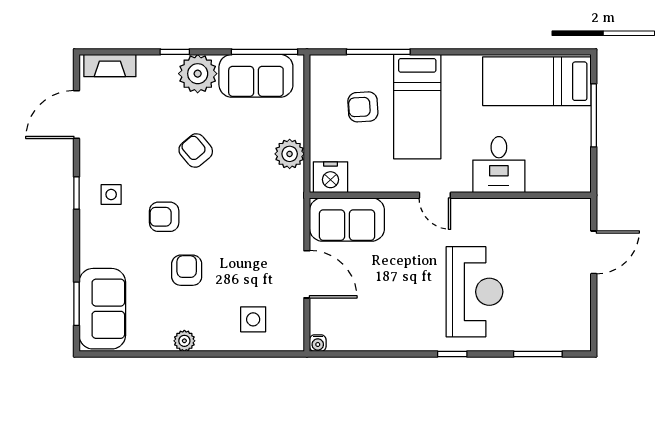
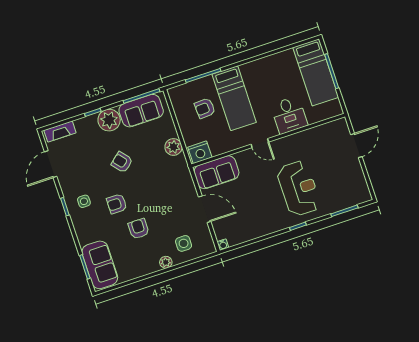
bed: (537, 81) -> (316, 72), moved, turned -90
plant: (184, 341) -> (166, 262), moved

